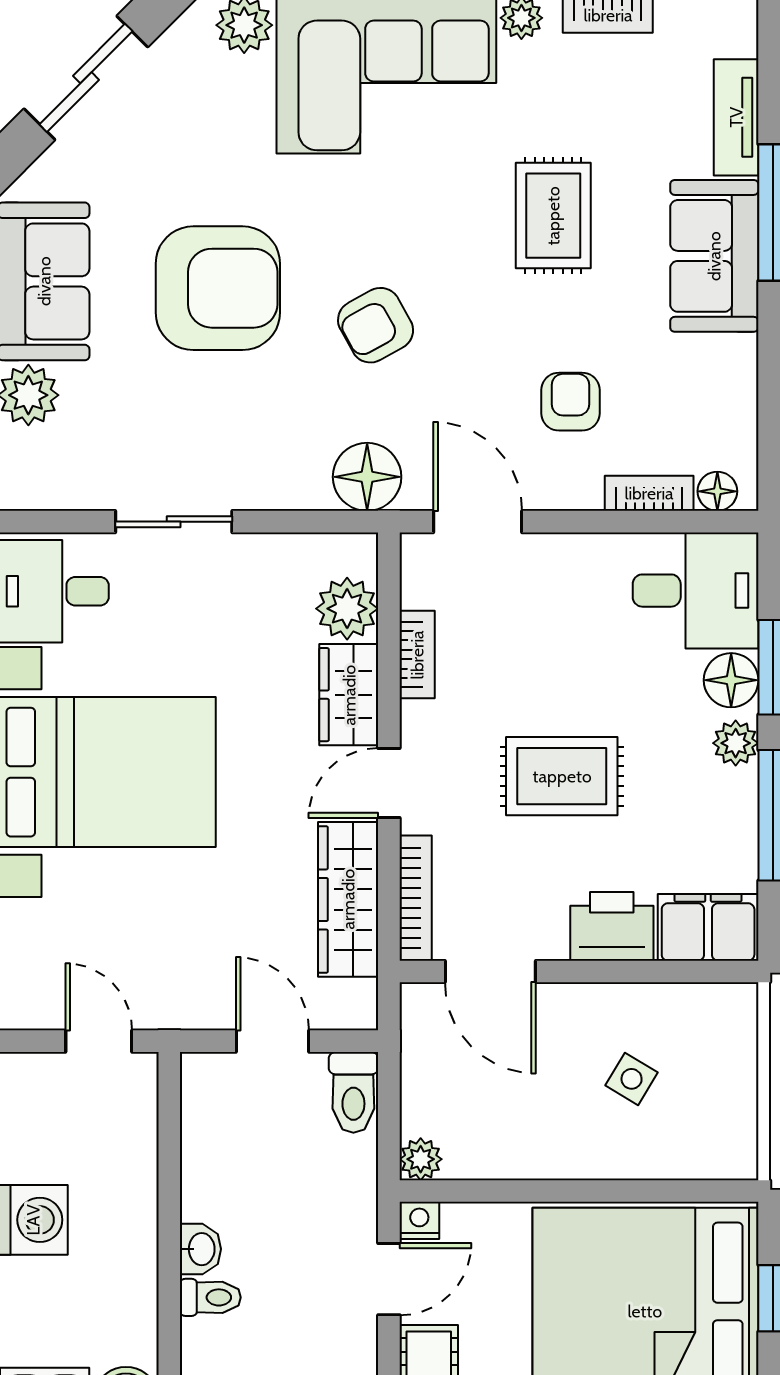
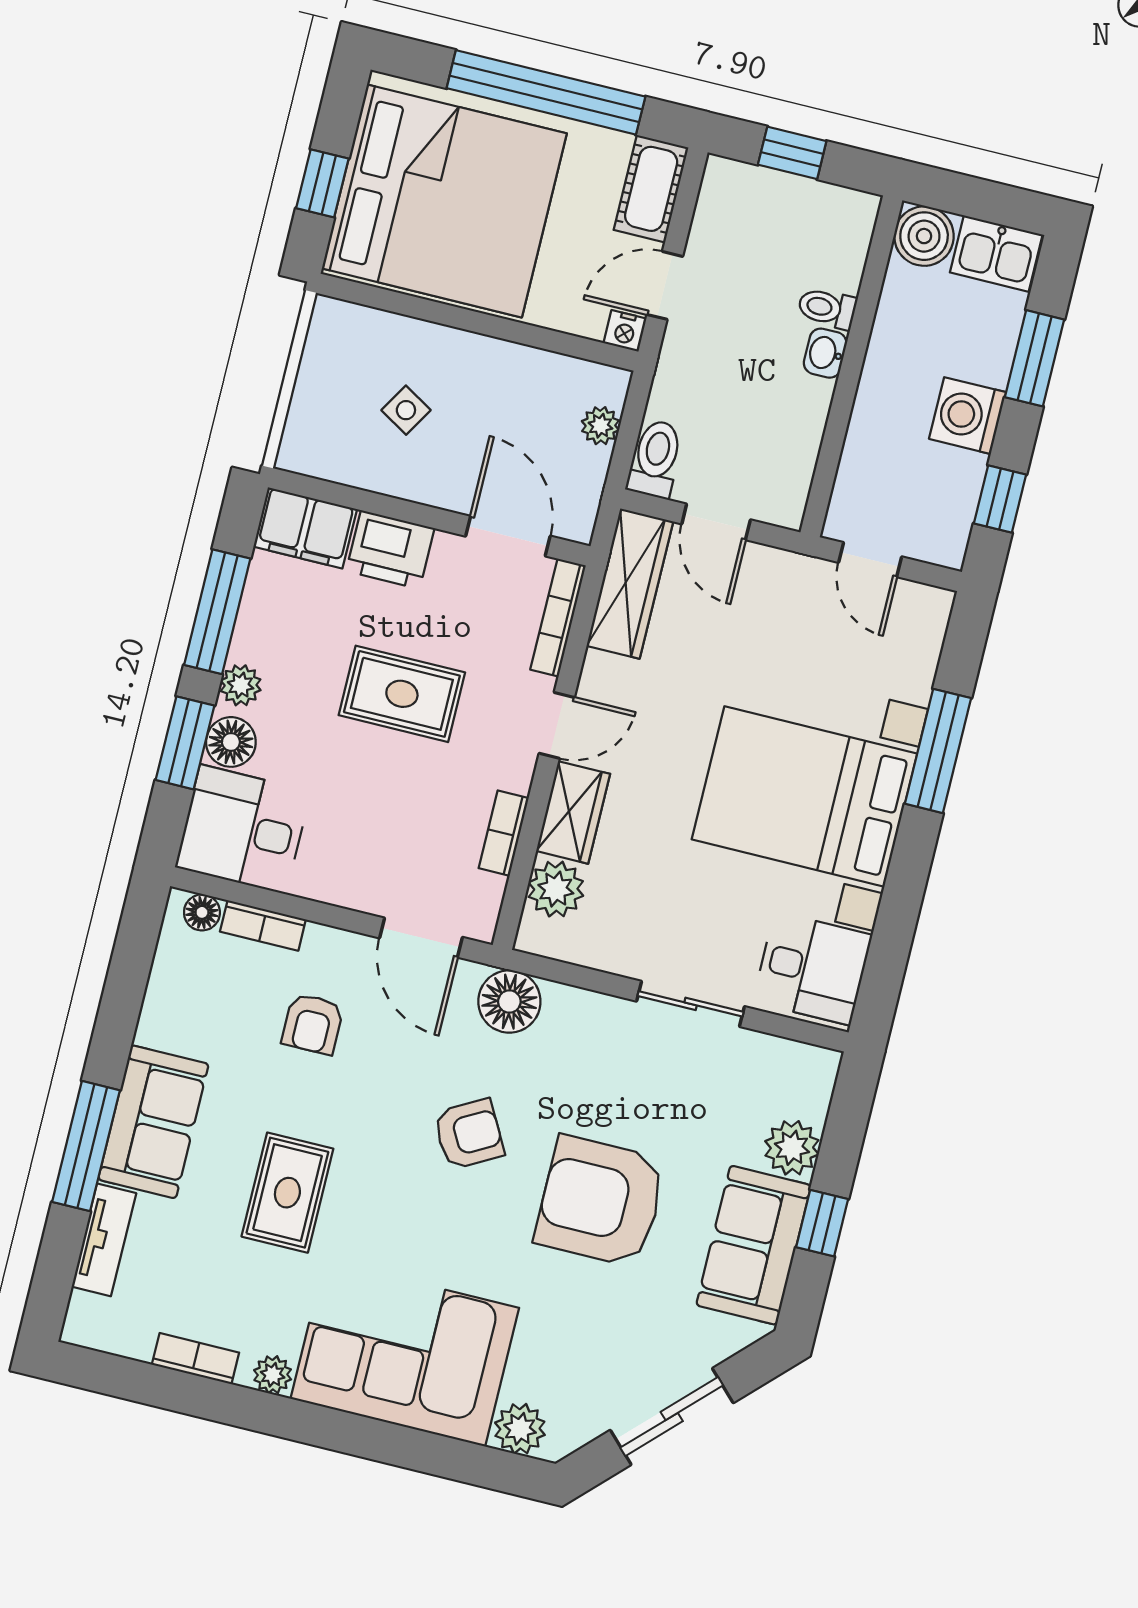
wardrobe: (348, 899) -> (630, 584), moved
plant: (421, 1159) -> (600, 426), moved

